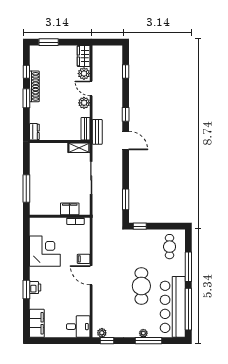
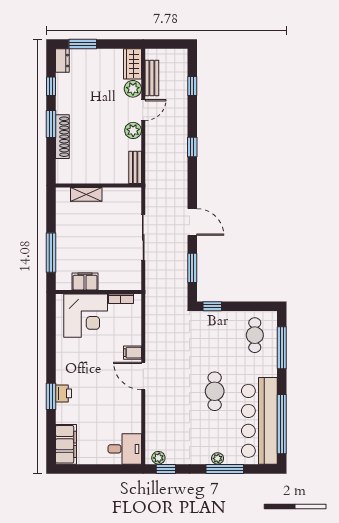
shoe rack: (34, 86) -> (62, 137), moved
door: (91, 88) -> (143, 110), swing flipped
dresser: (34, 132) -> (62, 61), moved
bench: (97, 132) -> (152, 78), moved
door: (126, 140) -> (192, 222), moved
shelving: (79, 148) -> (86, 194), moved
filing cabinet: (70, 209) -> (85, 281), moved
corner desk: (45, 251) -> (86, 316), moved, turned 90
window: (188, 267) -> (282, 348), moved
cafe table: (141, 286) -> (215, 391), width x0.73, depth x0.74

